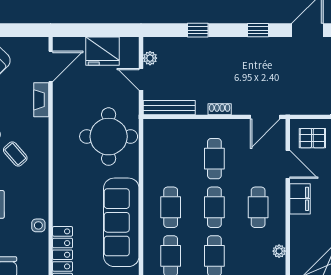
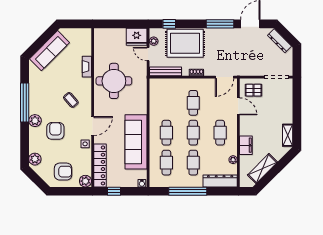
window: (198, 30) -> (169, 24), moved
window: (258, 30) -> (220, 24), width x2.17
fridge: (102, 51) -> (137, 37), moved
rug: (201, 62) -> (185, 43), added
door: (51, 66) -> (93, 126), moved
round table: (109, 137) -> (114, 81), moved
filing cabinet: (300, 199) -> (246, 145), moved

